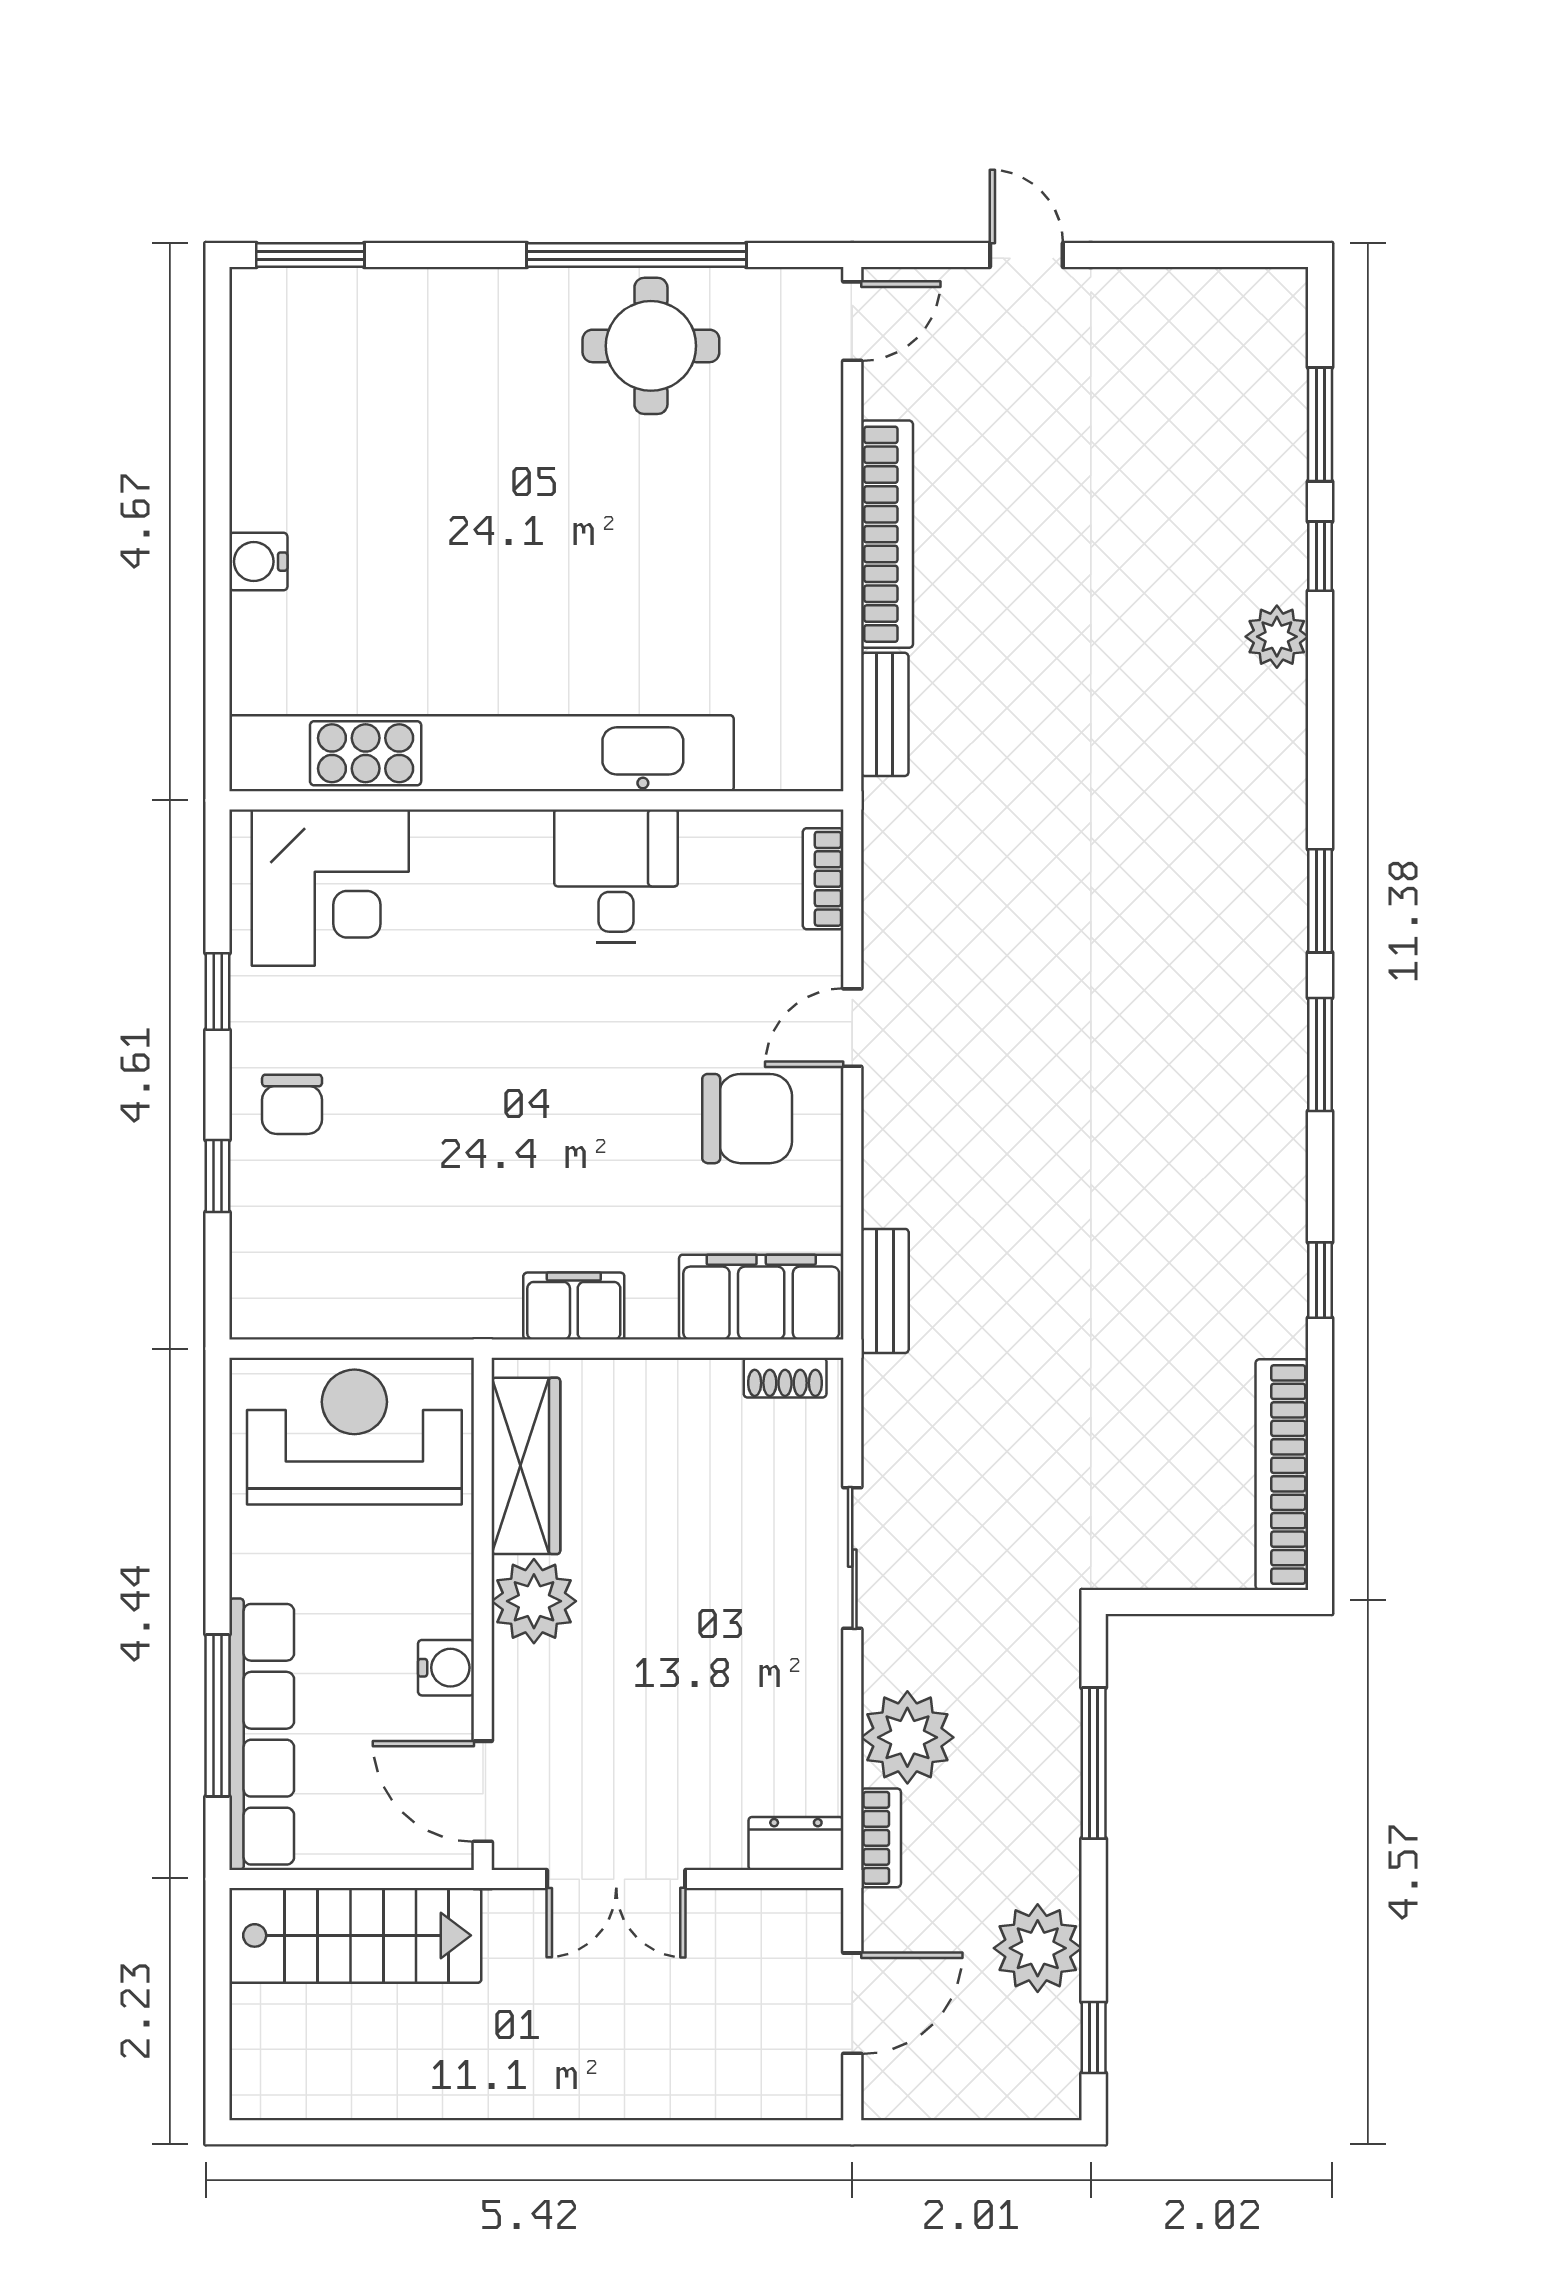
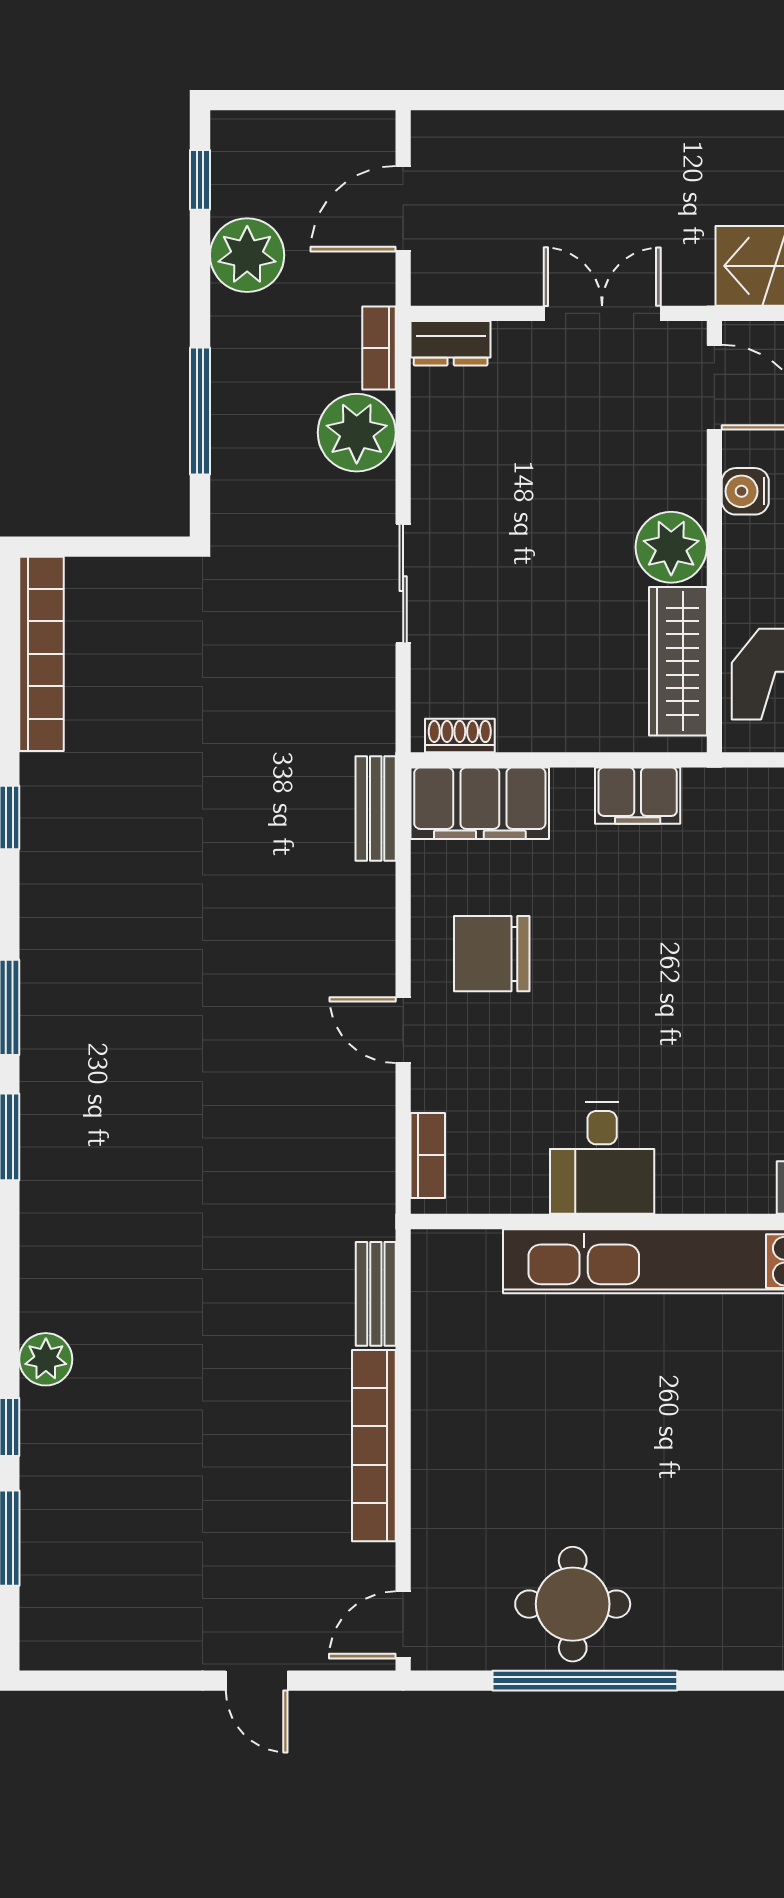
door: (852, 1028) -> (403, 1030), swing flipped

